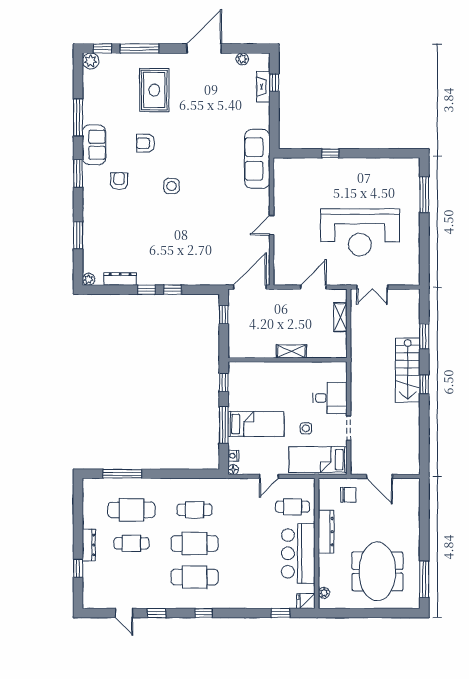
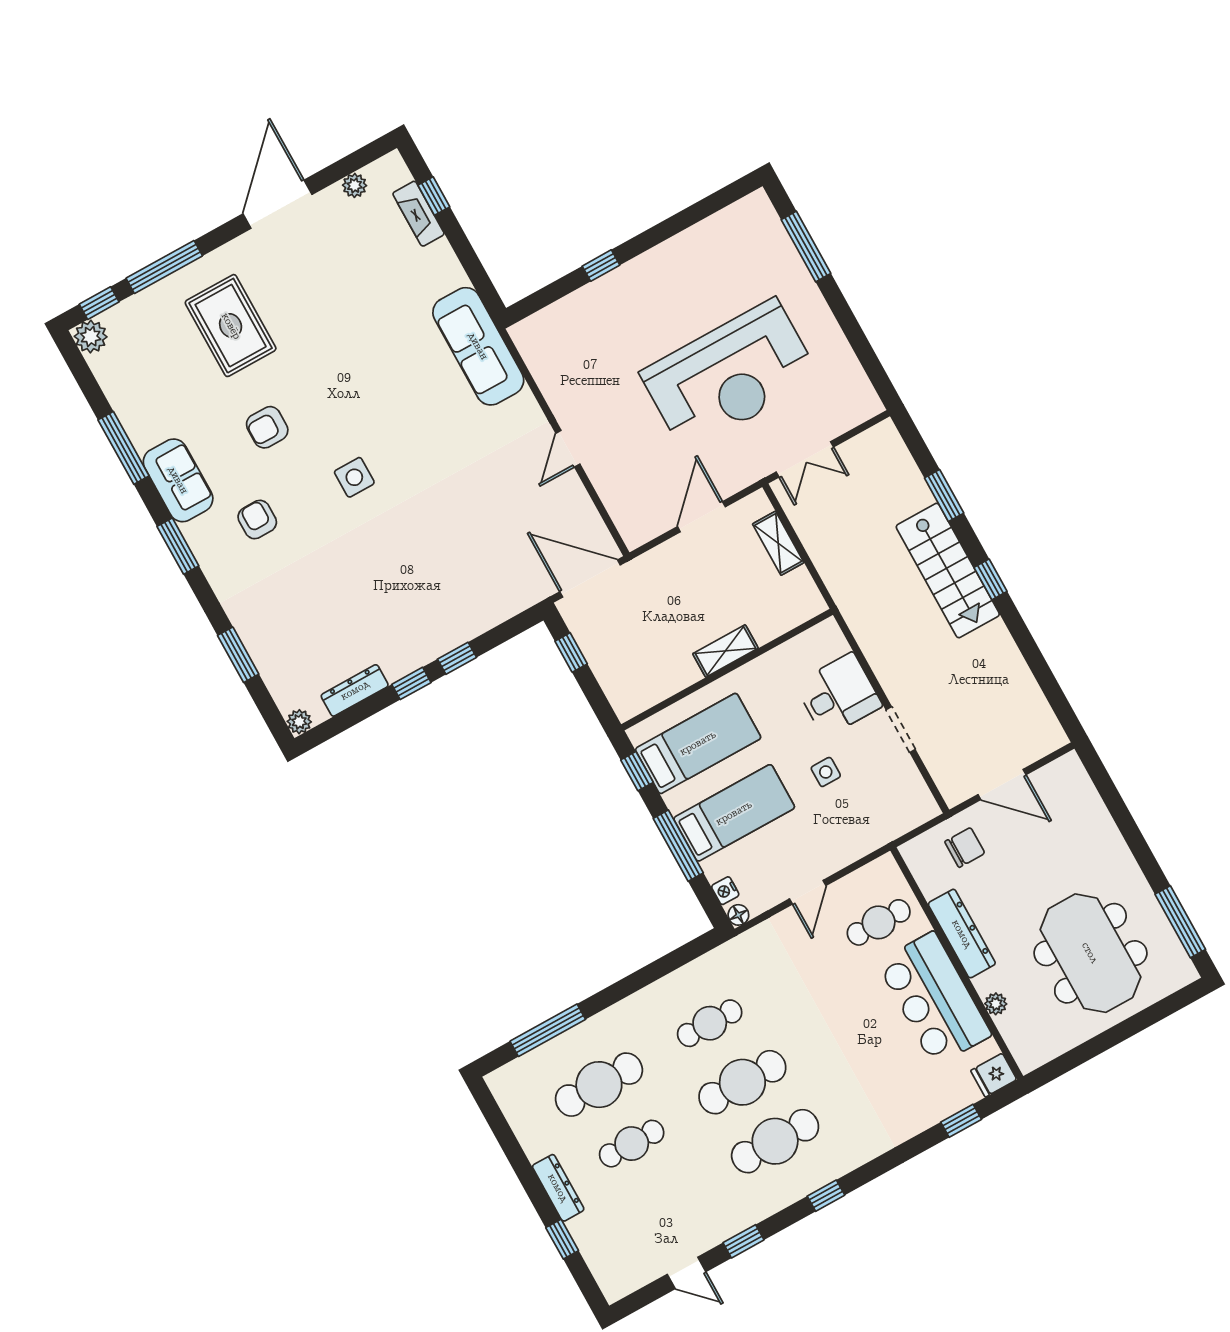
door: (250, 287) -> (590, 578), hinge flipped
bed: (318, 460) -> (698, 743), moved, turned 180
plant: (324, 593) -> (996, 1004), moved

